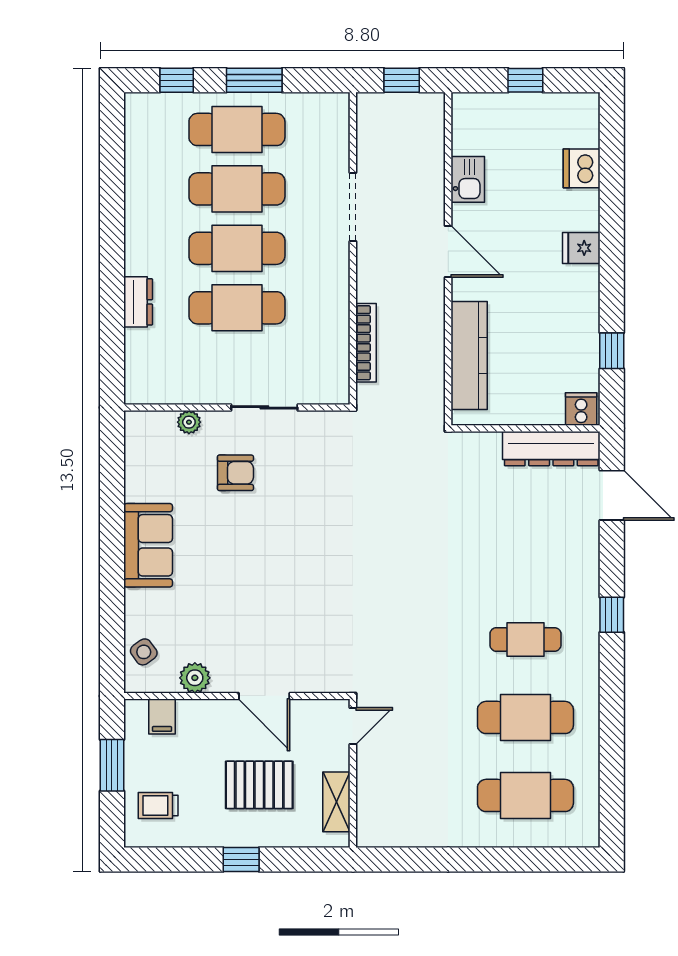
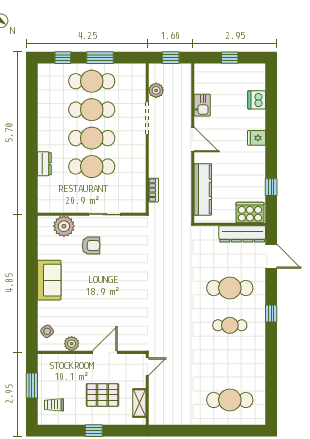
plant: (371, 149) -> (156, 90), added
bookcase: (366, 343) -> (154, 190), width x0.64
cooker: (581, 409) -> (250, 213), width x1.87, depth x1.31
plant: (189, 422) -> (64, 226), width x1.88, depth x1.88
door: (264, 696) -> (105, 352), swing flipped
filing cabinet: (162, 717) -> (56, 362), removed
cafe table: (525, 717) -> (230, 288), moved

